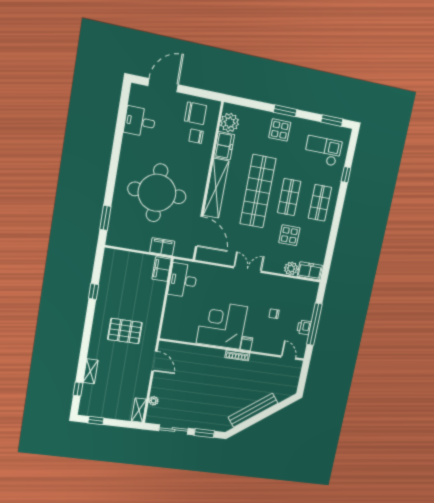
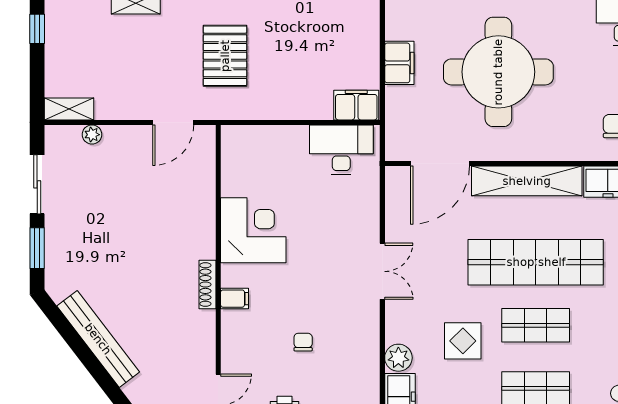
filing cabinet: (162, 247) -> (399, 63), moved
corner desk: (222, 325) -> (253, 230), width x0.74, depth x0.74

